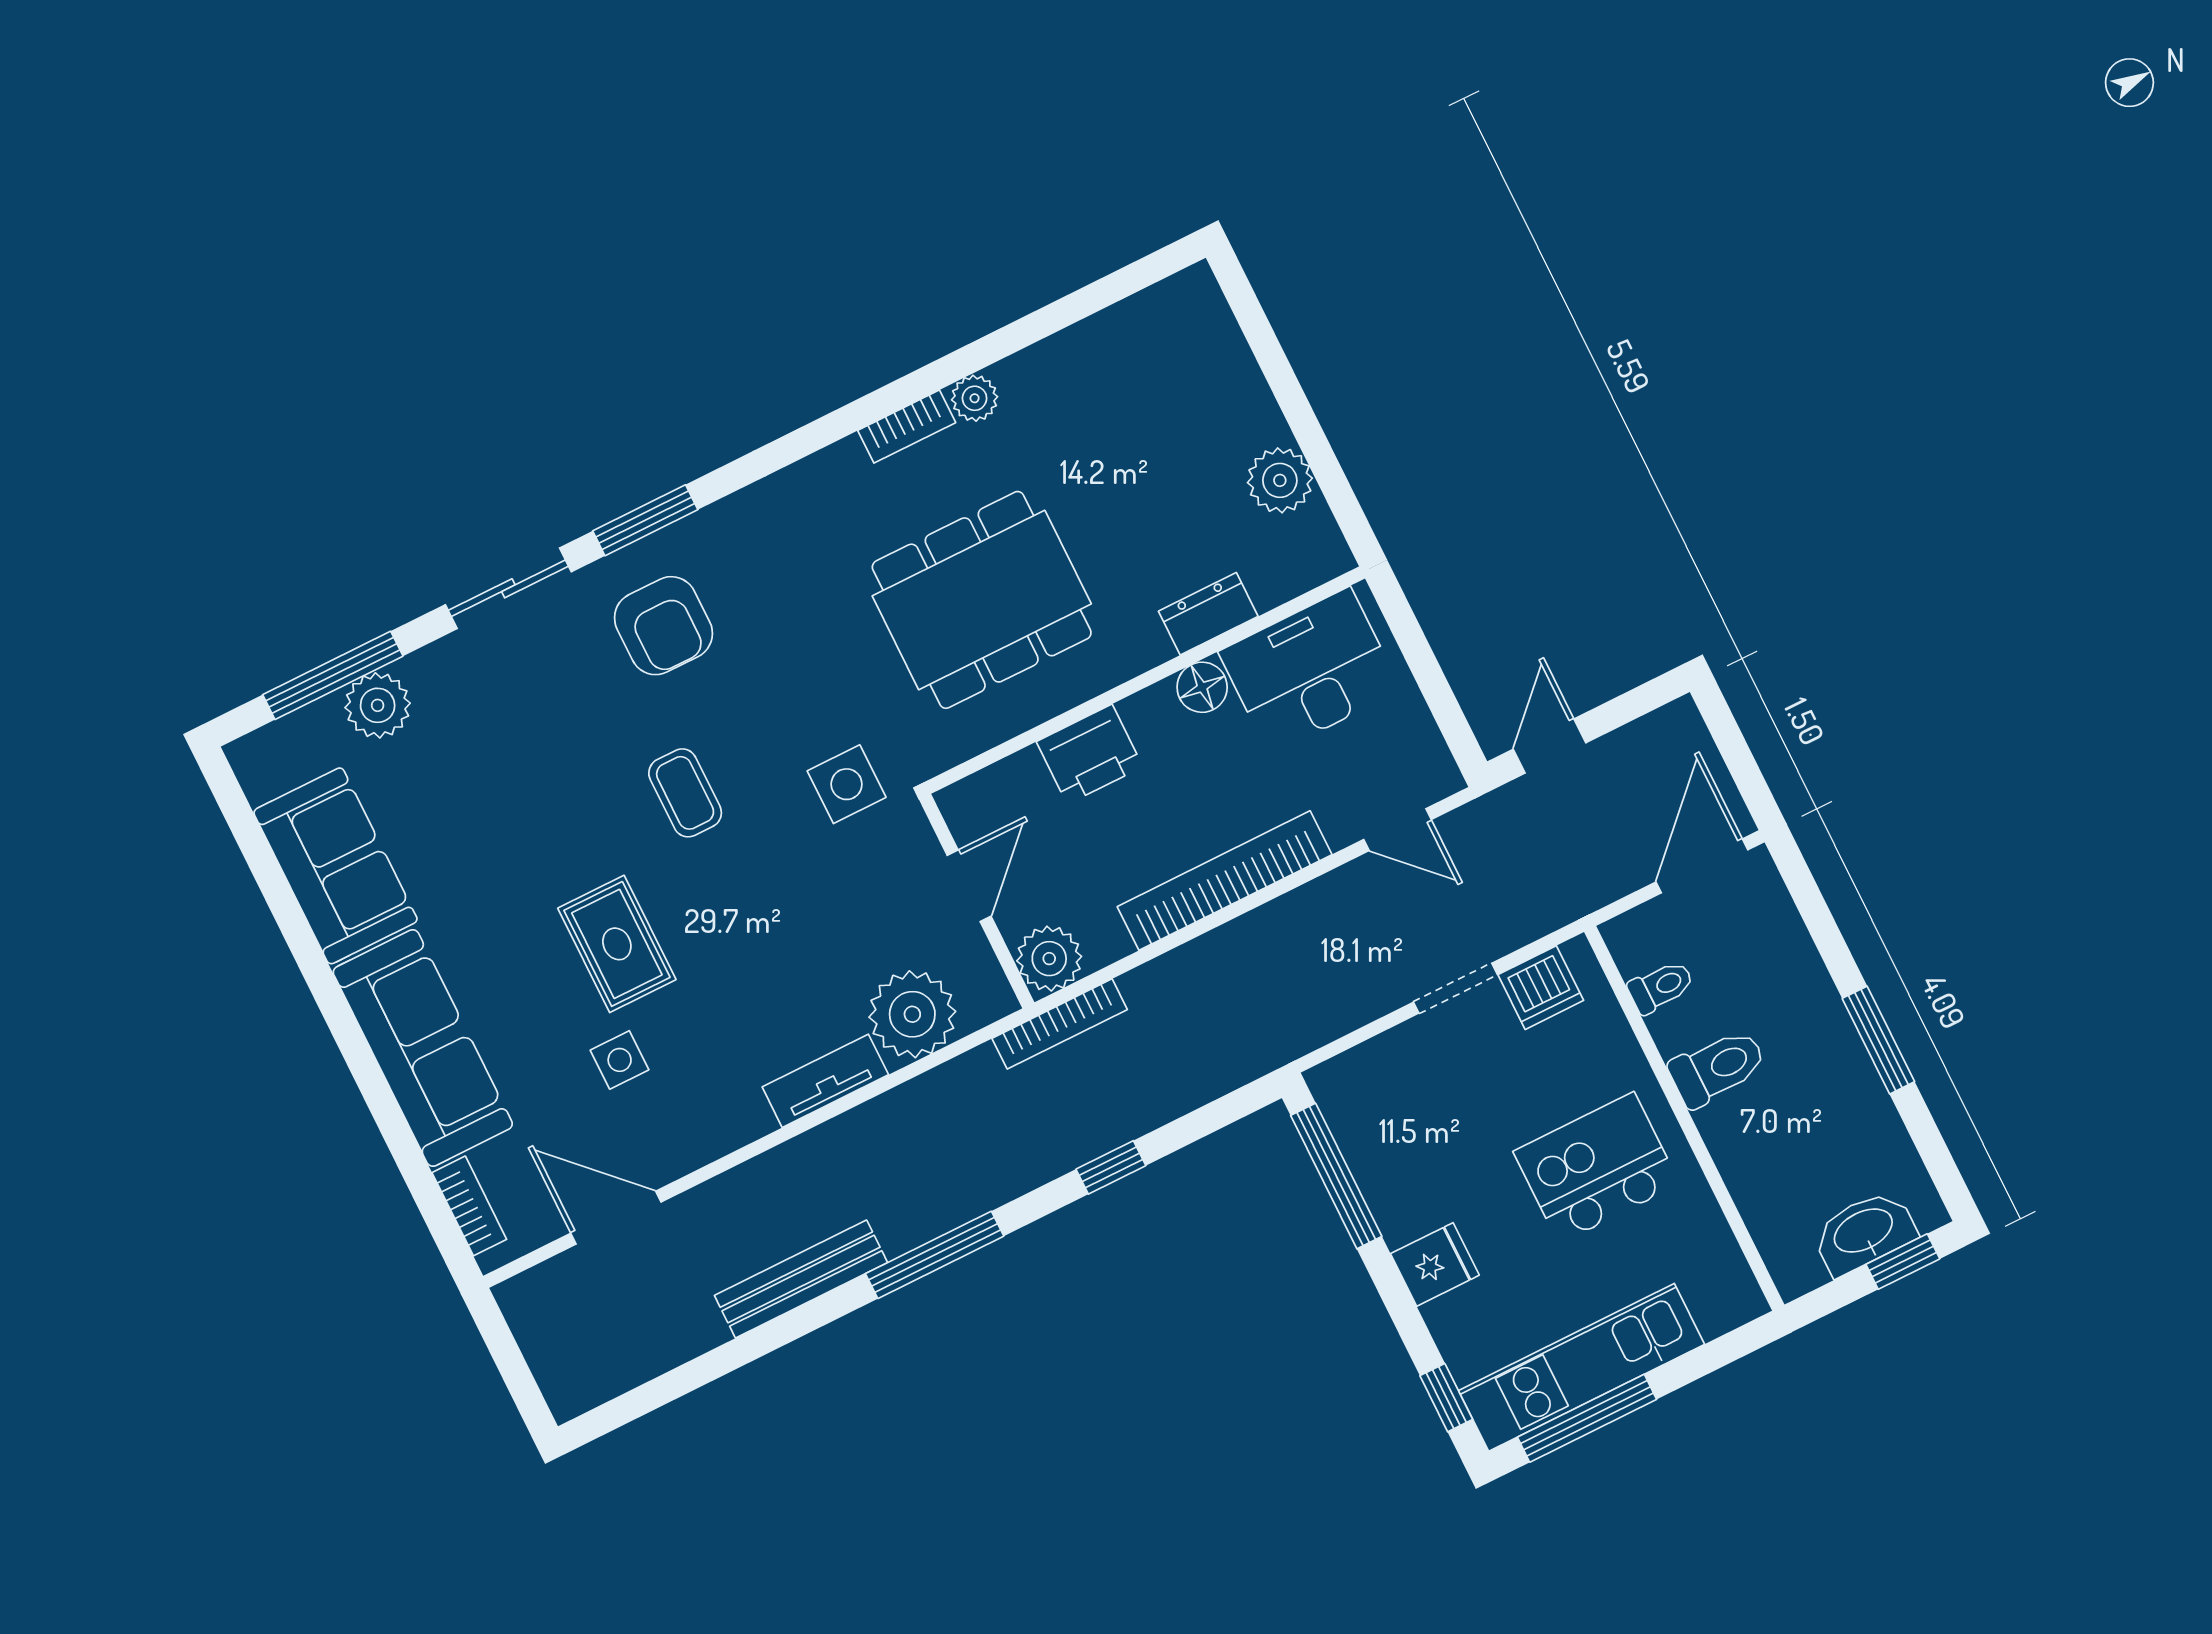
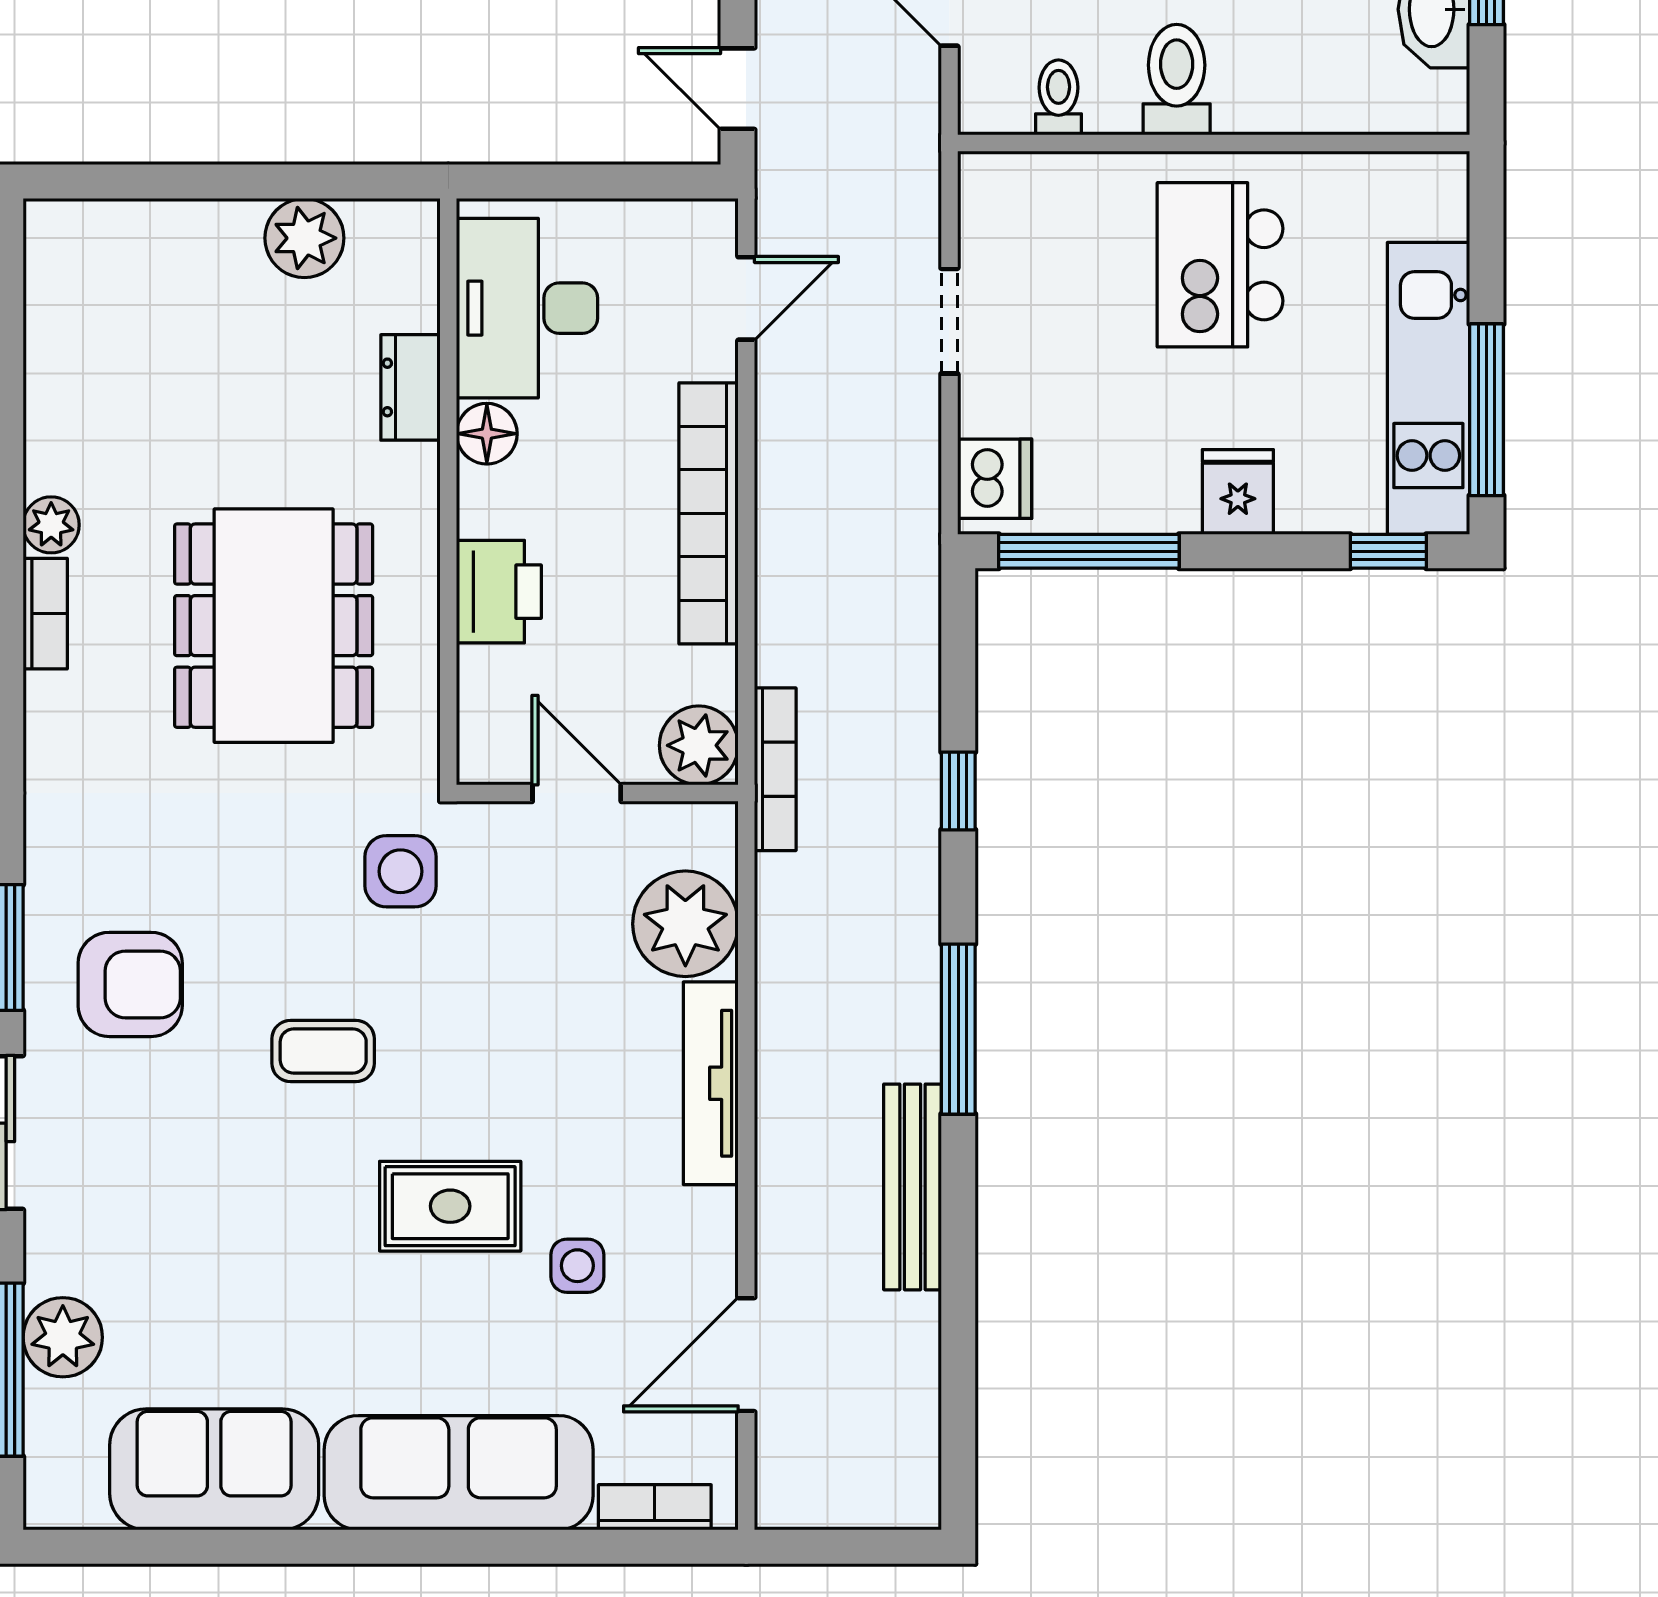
dishwasher: (1541, 988) -> (995, 479), moved
tv unit: (825, 1081) -> (711, 1083), width x1.41

